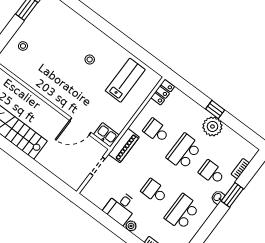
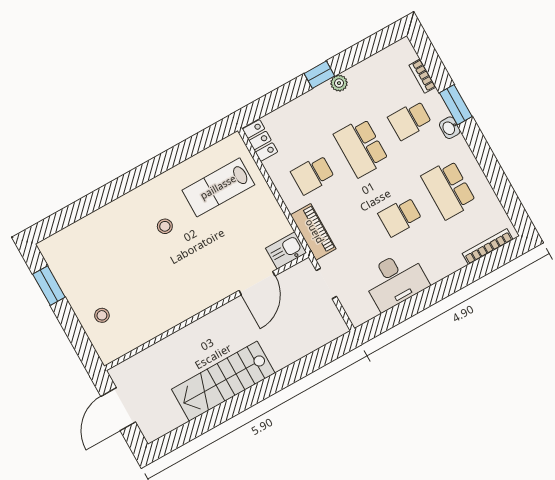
lab bench: (125, 80) -> (218, 187), turned -90
plant: (212, 126) -> (339, 83), width x0.53, depth x0.53
desk: (121, 207) -> (395, 280), width x1.37
plant: (131, 226) -> (436, 273), removed

